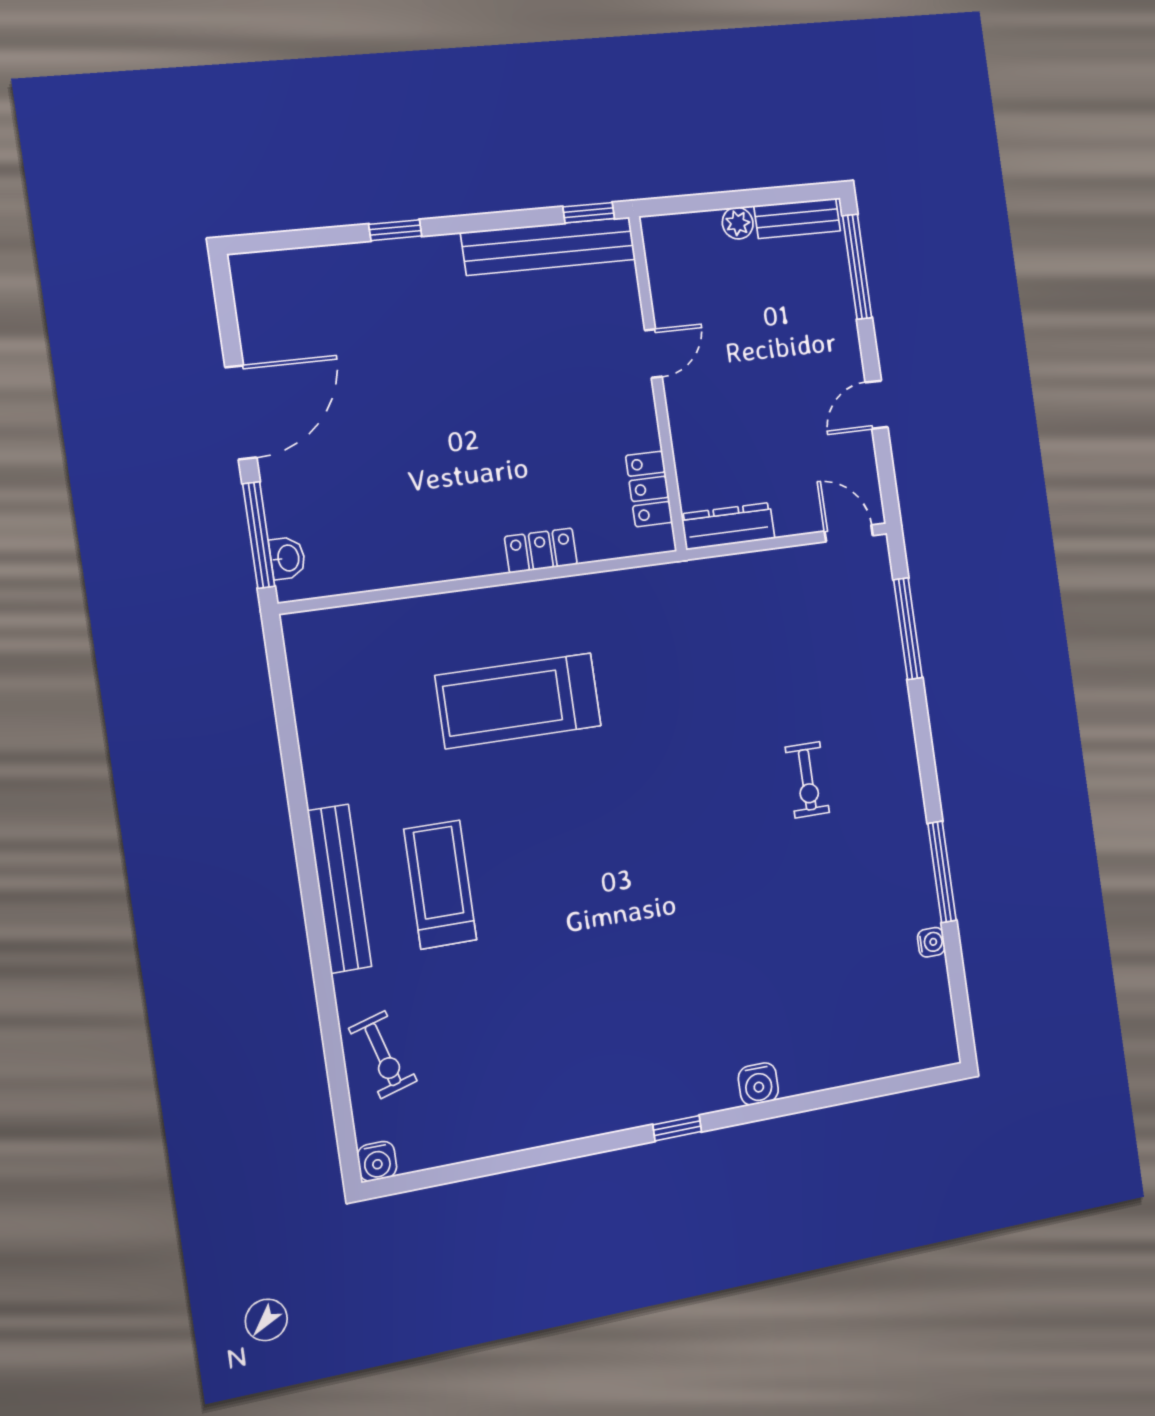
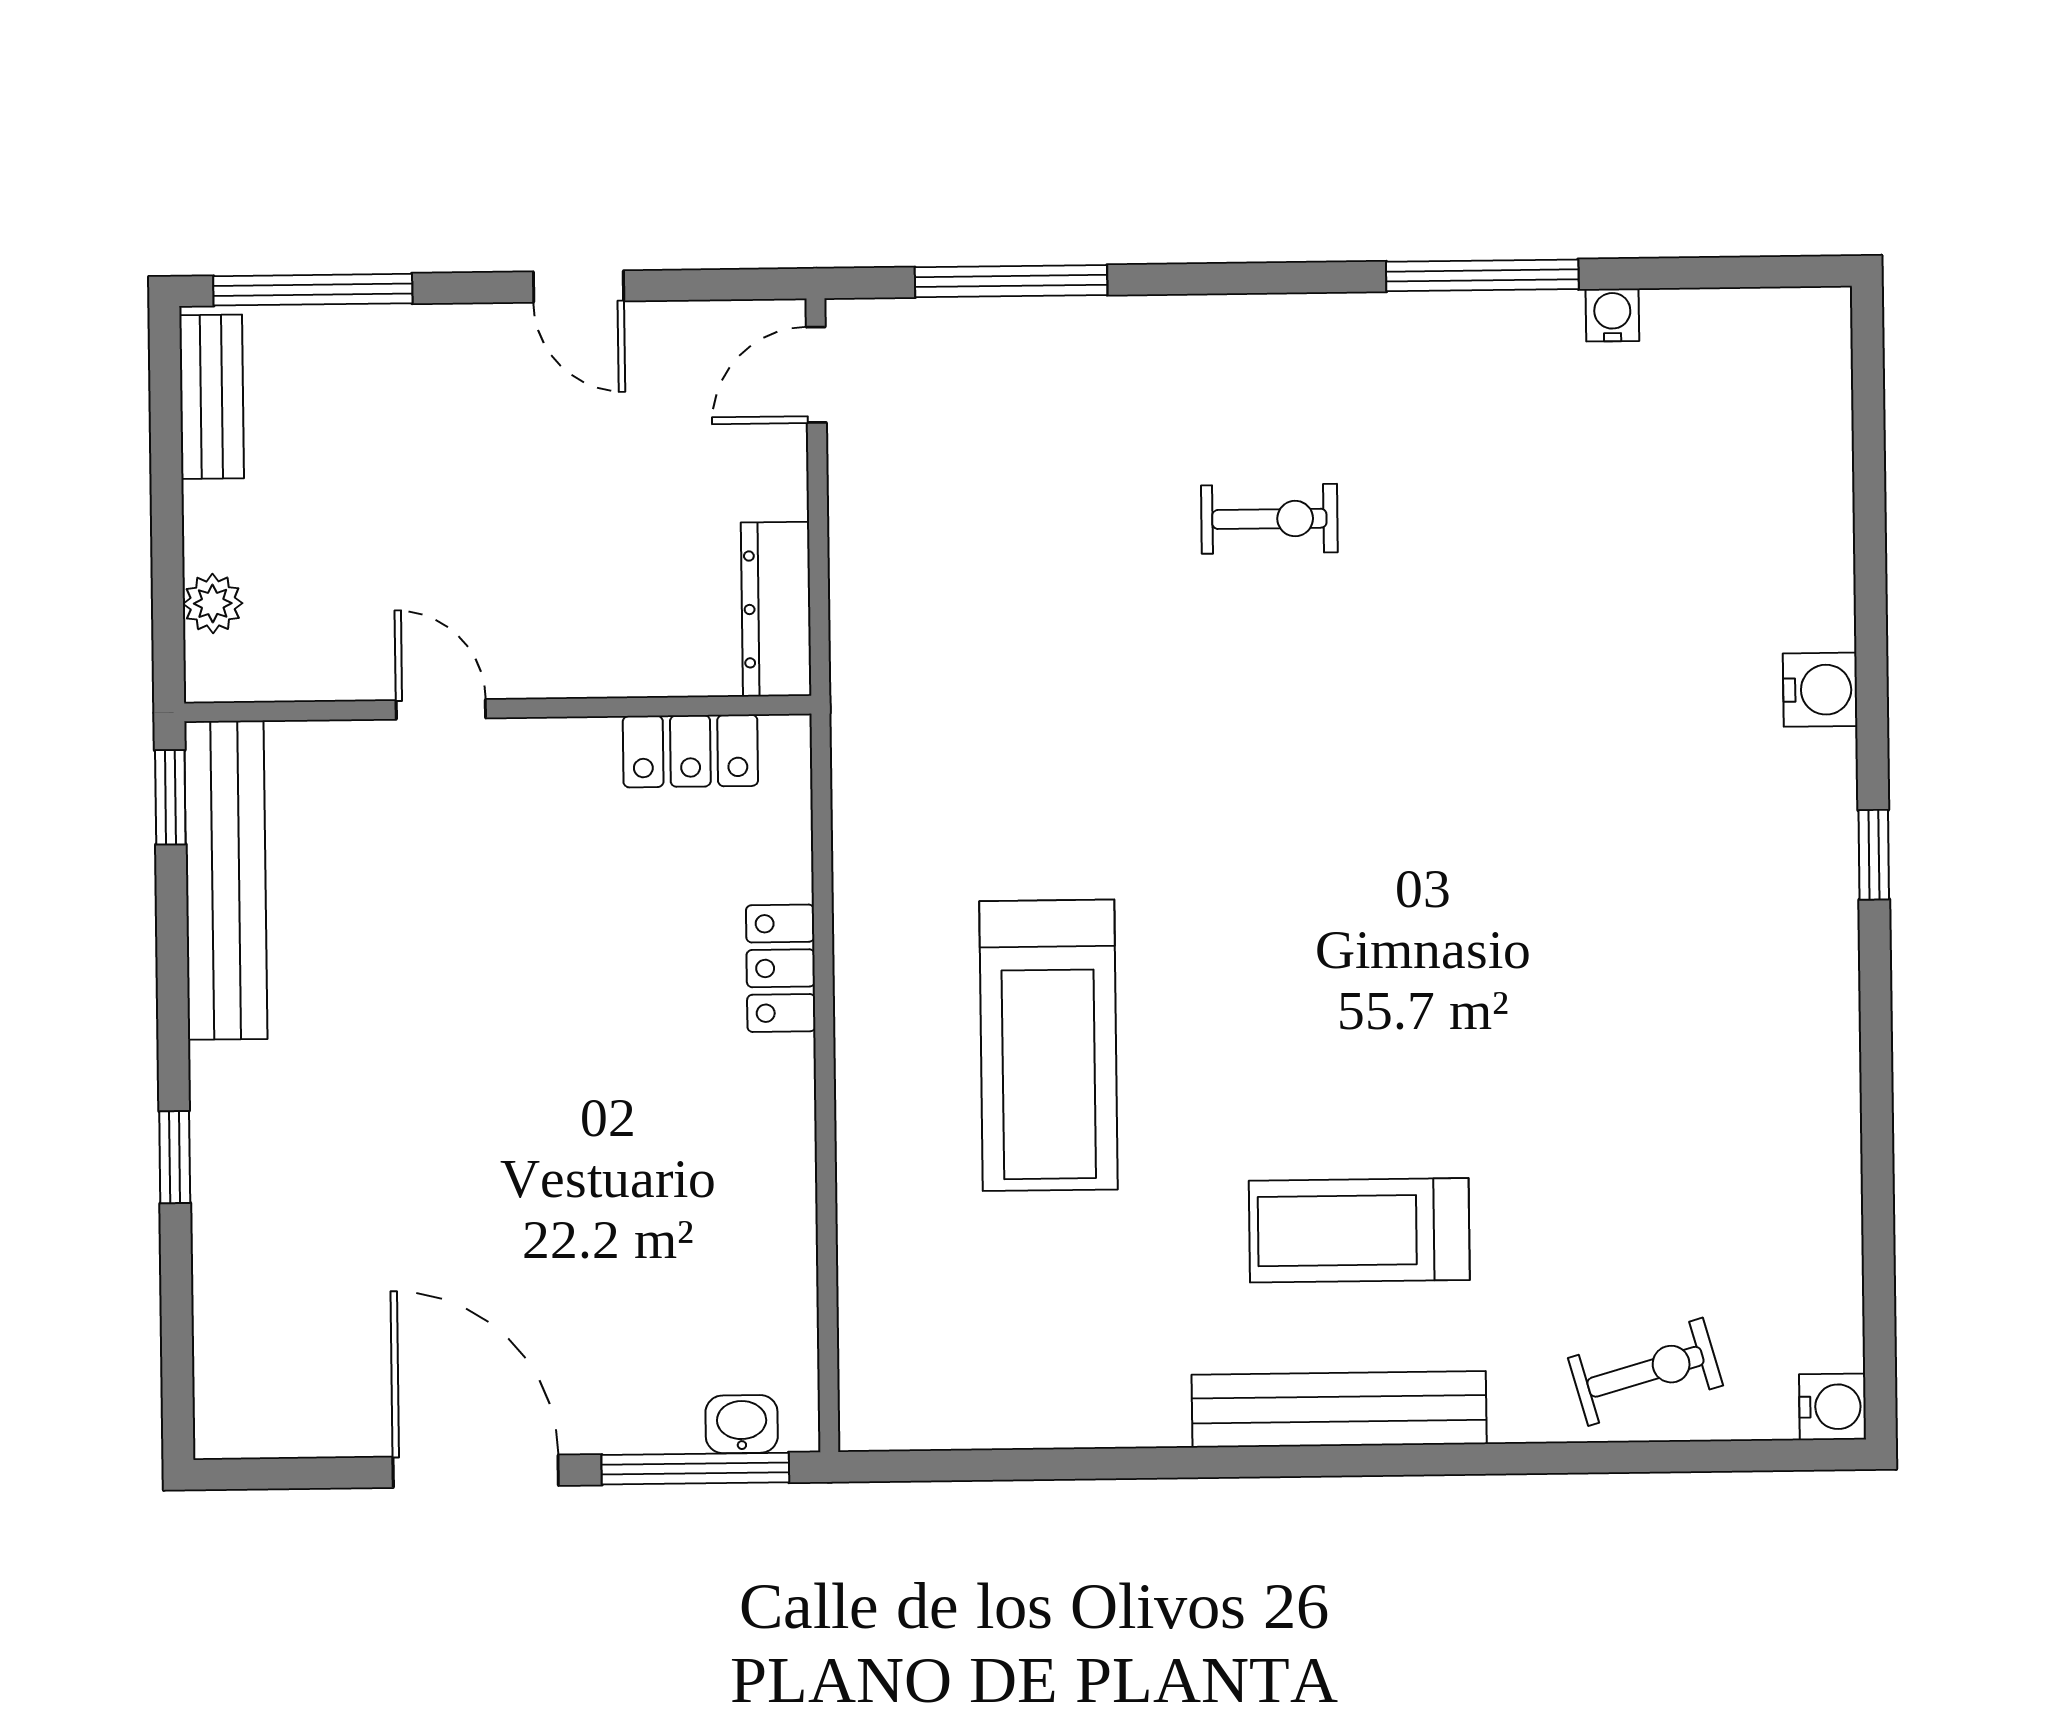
plant: (738, 223) -> (213, 603), moved

